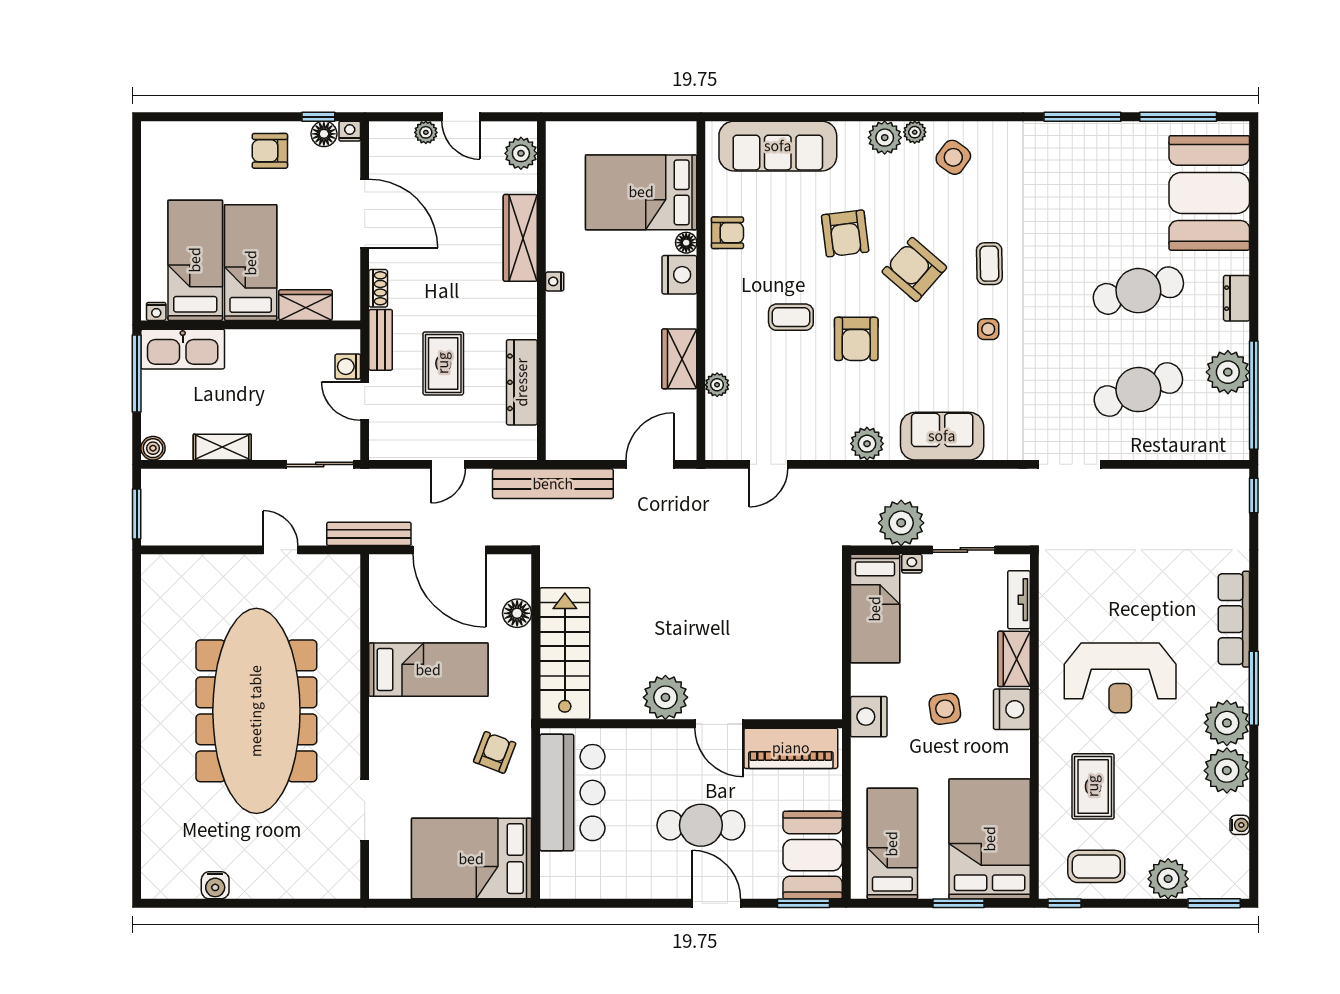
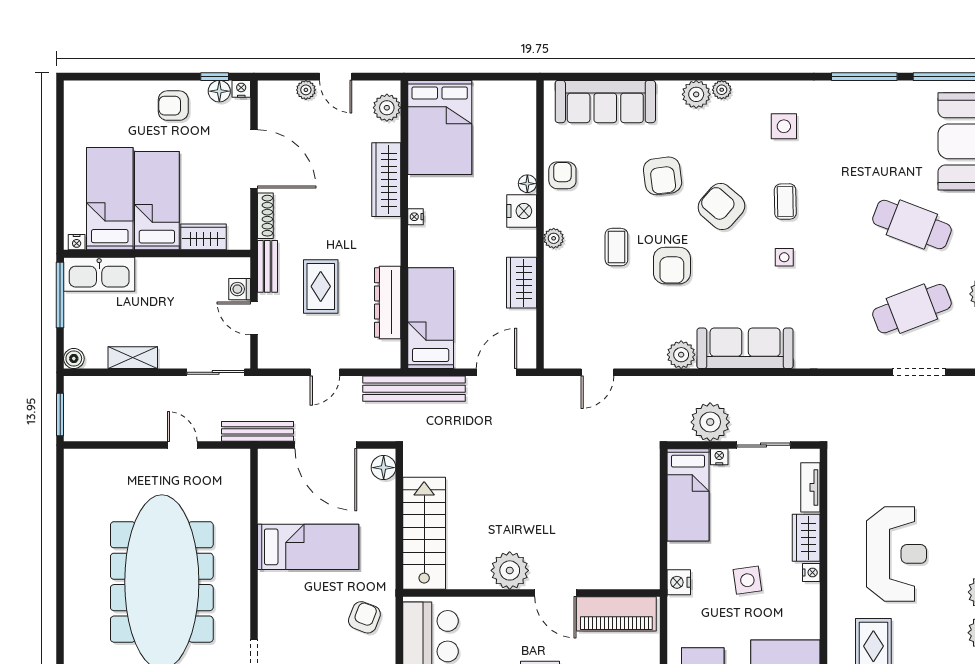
side table: (953, 157) -> (784, 126), moved, turned -36
bed: (641, 192) -> (440, 127), moved, turned -90
armchair: (727, 233) -> (562, 175), turned -90
shoe rack: (378, 288) -> (265, 216), width x1.43
cafe table: (1138, 291) -> (912, 224), turned 36
coffee table: (791, 317) -> (616, 247), turned 90
plant: (717, 385) -> (554, 238), moved
bed: (572, 401) -> (431, 318), added
sofa: (942, 436) -> (745, 348), width x1.36
doorway: (1070, 464) -> (919, 372), moved
floor lamp: (517, 613) -> (384, 468), moved
reception desk: (1120, 678) -> (896, 554), turned -90
nightstand: (1012, 709) -> (811, 573), width x0.53, depth x0.56
nightstand: (869, 717) -> (679, 582), width x0.74, depth x0.75

